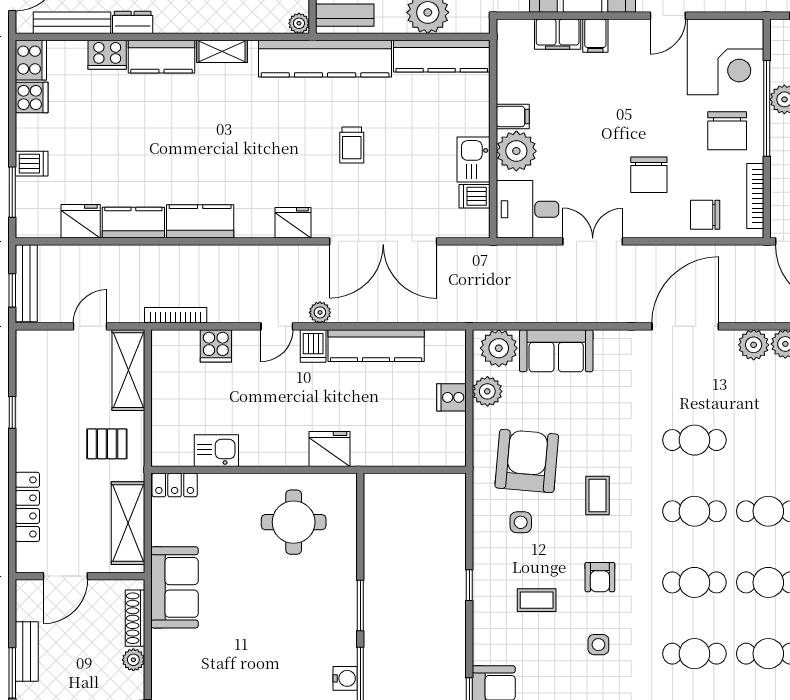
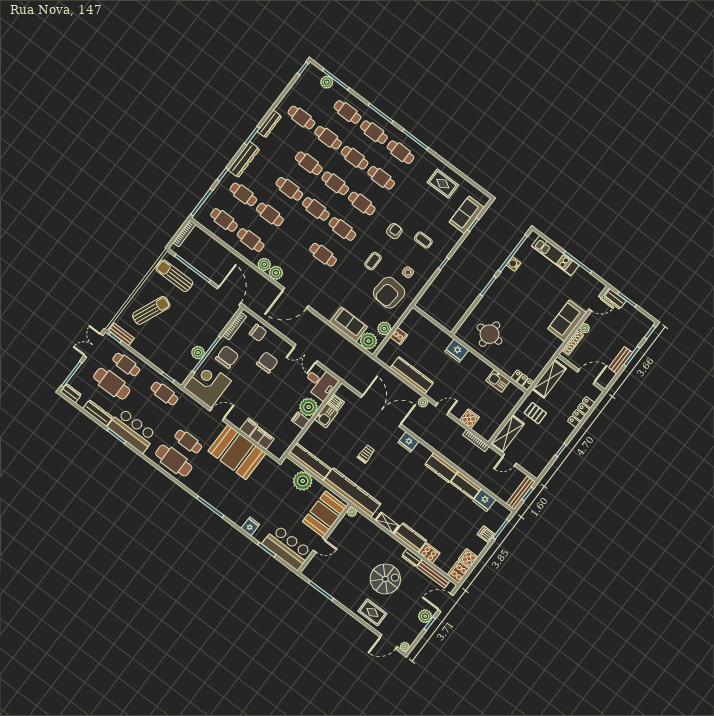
dishwasher: (313, 346) -> (435, 392), removed
sofa: (175, 587) -> (567, 321), moved
side table: (598, 645) -> (413, 207), removed

